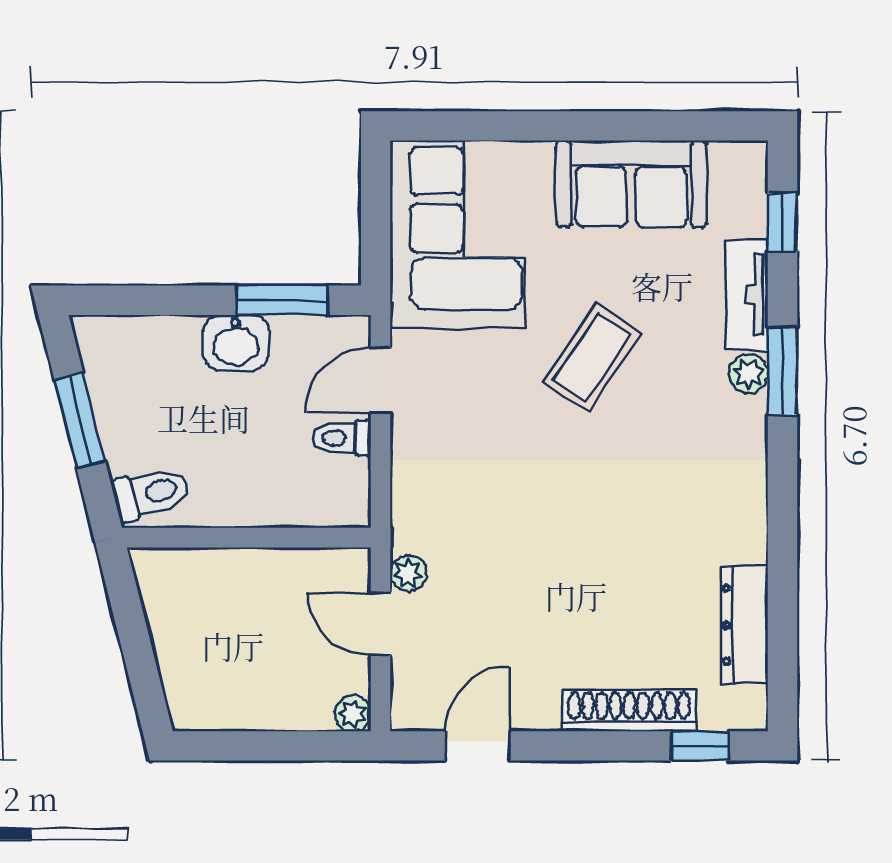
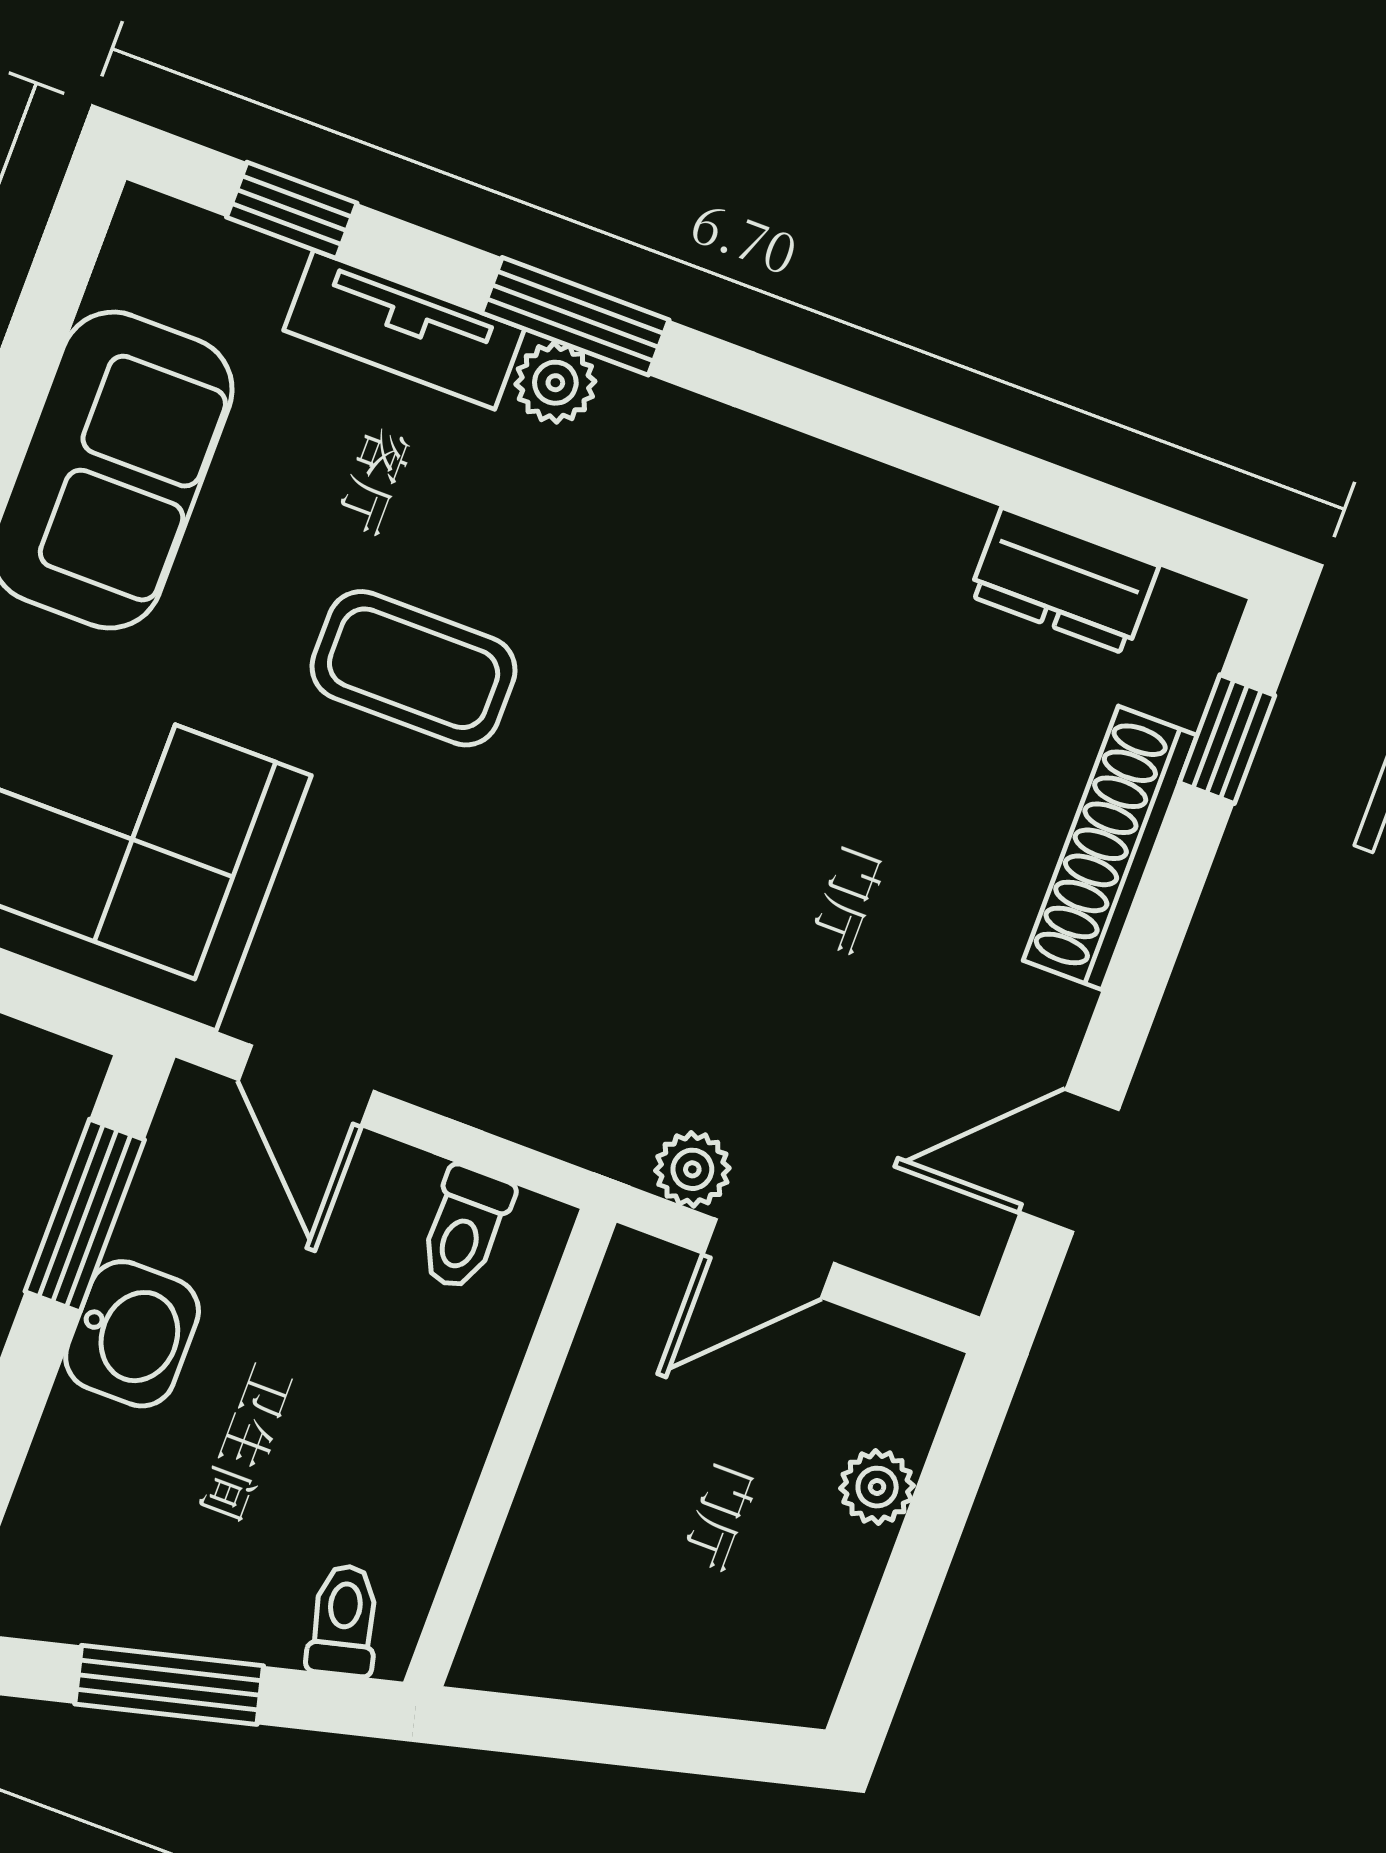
coffee table: (592, 358) -> (414, 668), turned -34
toilet: (342, 438) -> (465, 1228), moved
toilet: (151, 493) -> (344, 1620), width x0.73, depth x0.72
dresser: (745, 625) -> (1064, 581), width x0.70
plant: (353, 713) -> (877, 1487), moved
door: (477, 746) -> (1069, 1161), hinge flipped

